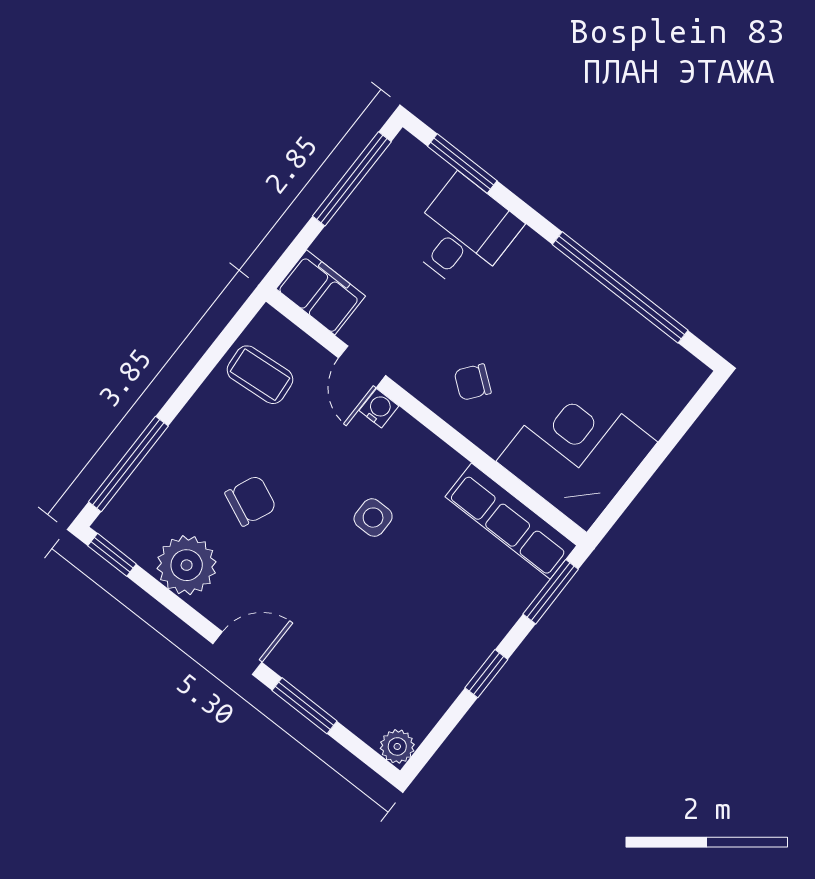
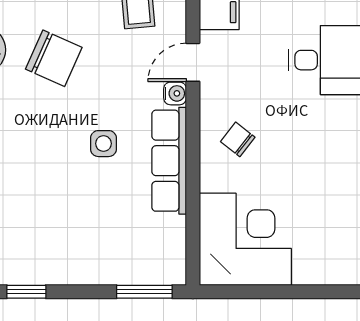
chair: (251, 501) -> (54, 58), width x1.37, depth x1.37
row of seats: (511, 521) -> (169, 161), moved
window: (486, 674) -> (26, 292), moved

